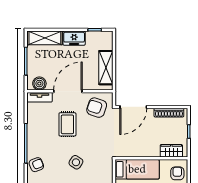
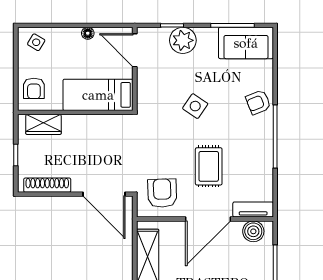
door: (133, 107) -> (104, 194), swing flipped
armchair: (97, 108) -> (162, 193), turned -111

